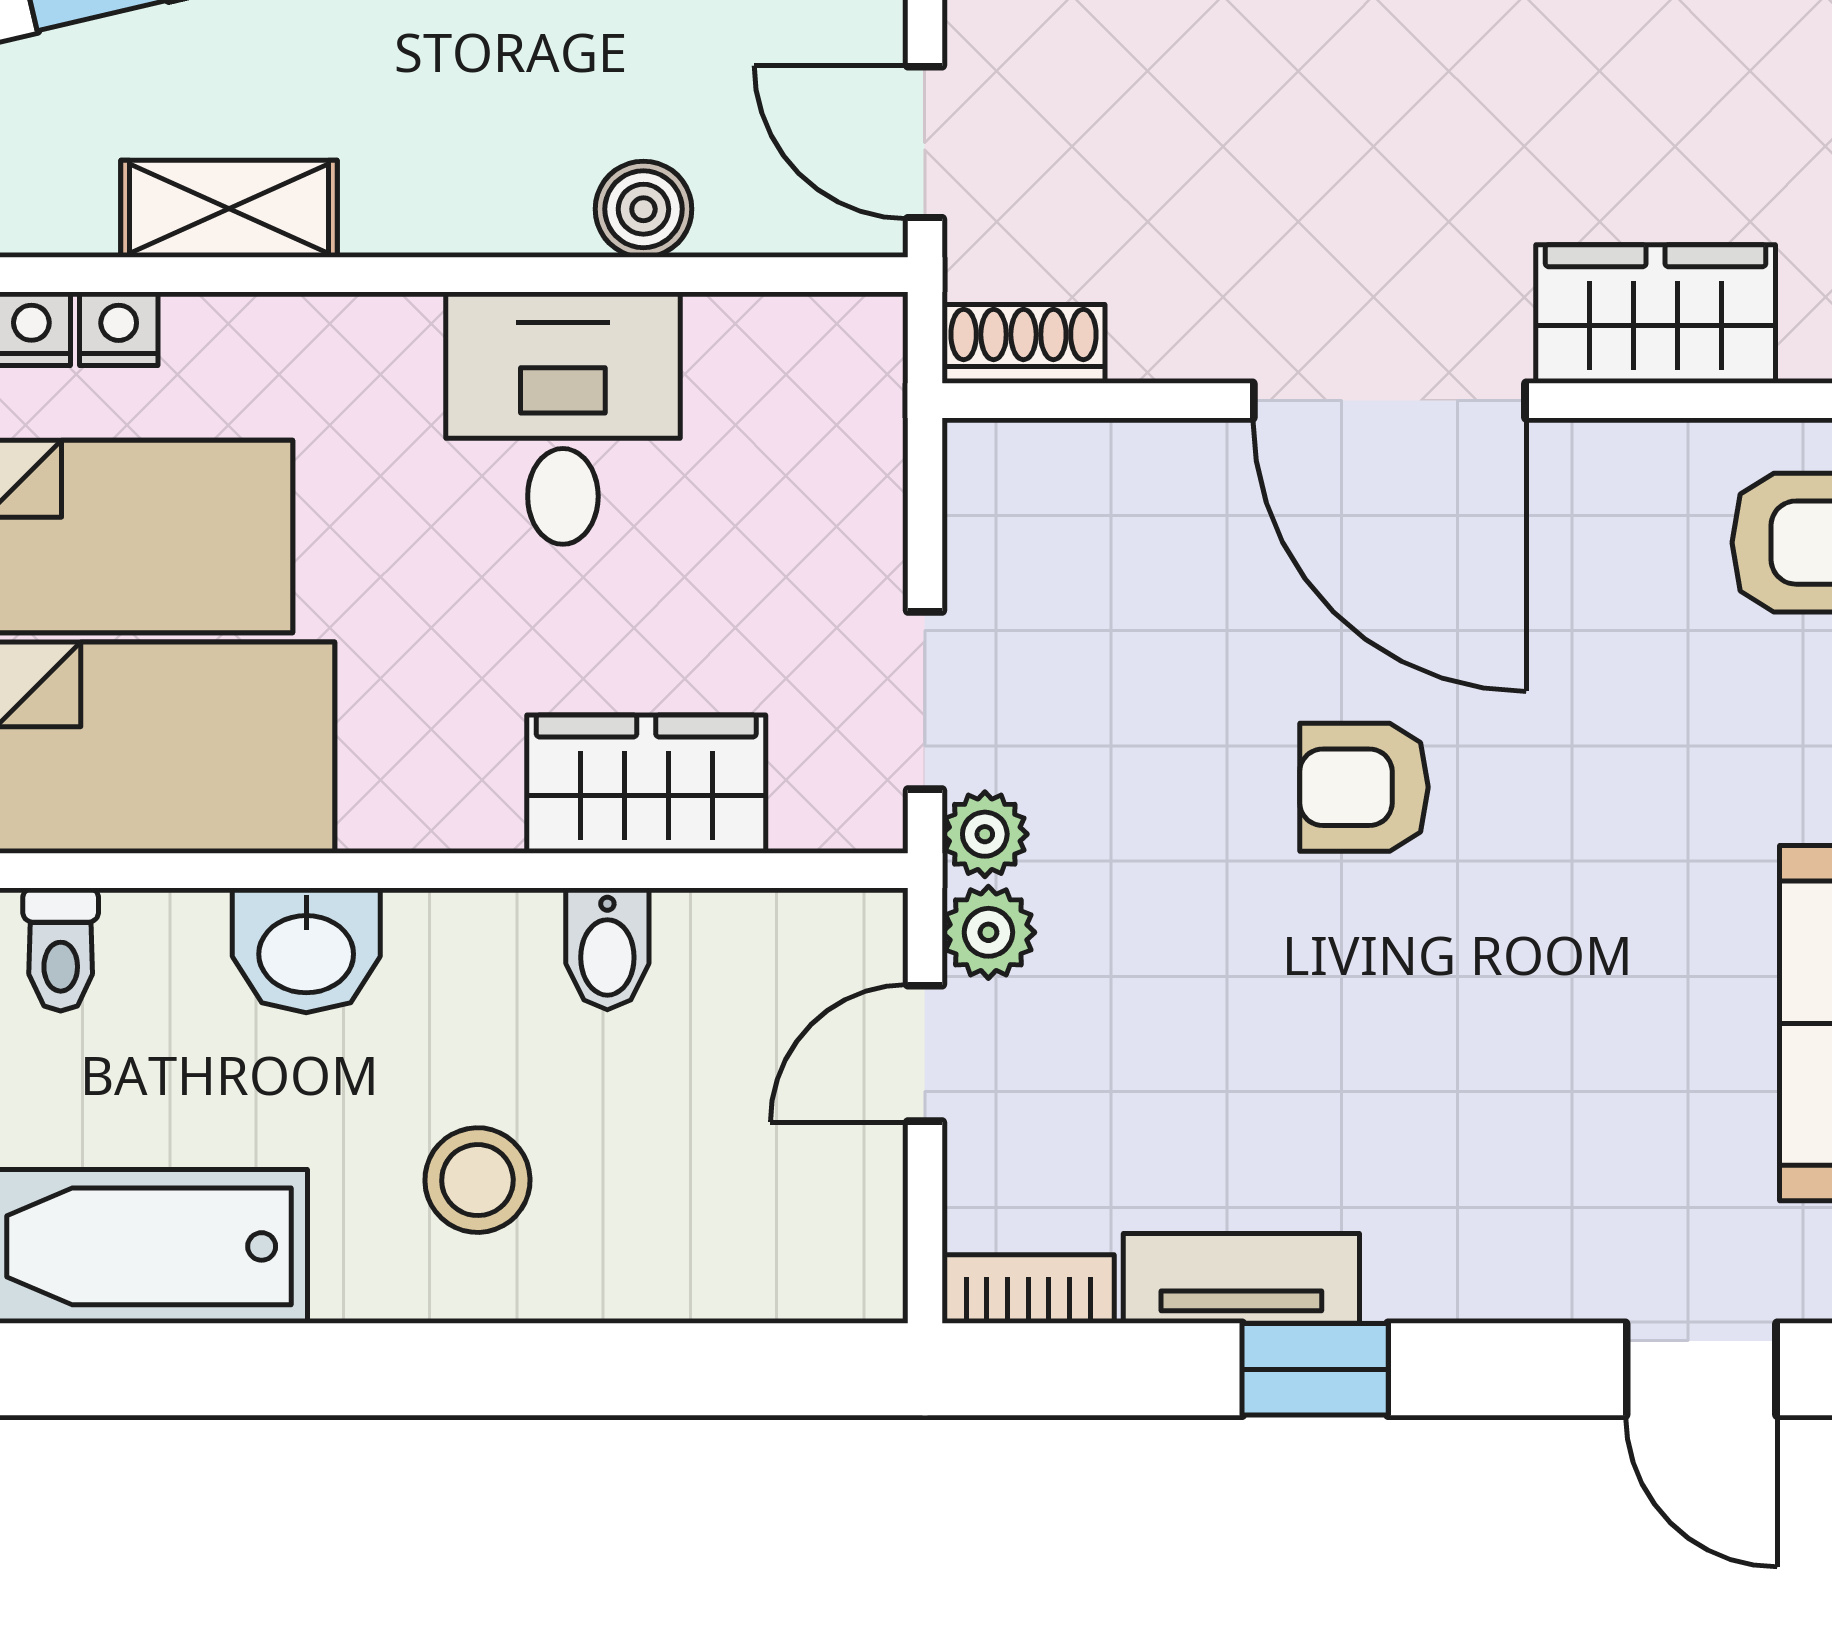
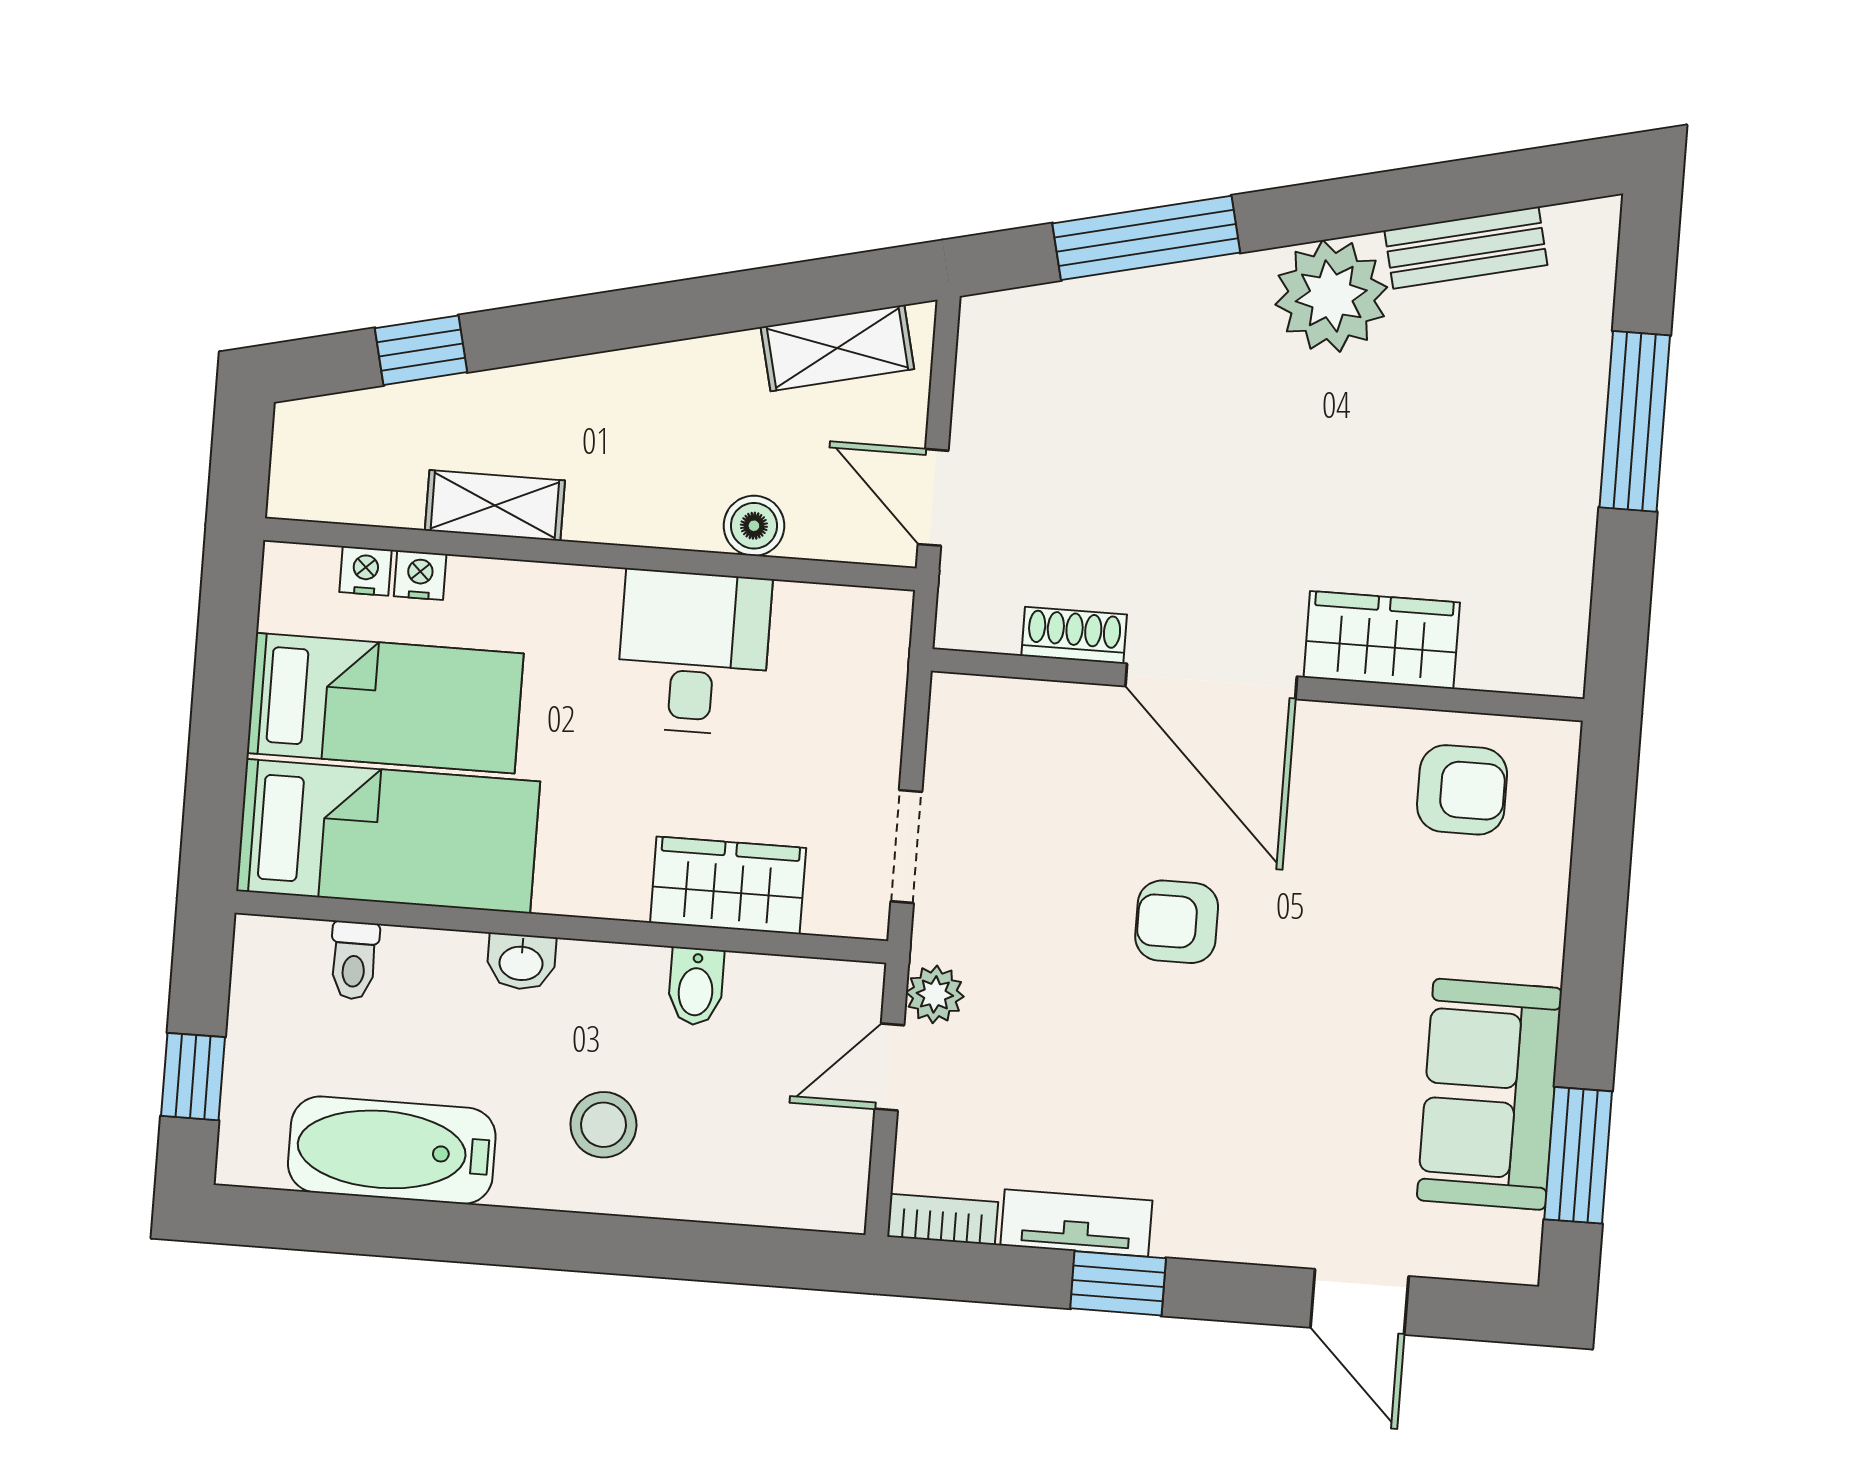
shoe rack: (1023, 344) -> (1074, 635), moved
plant: (985, 834) -> (937, 933), removed
washbasin: (306, 950) -> (521, 962), width x0.72, depth x0.69

